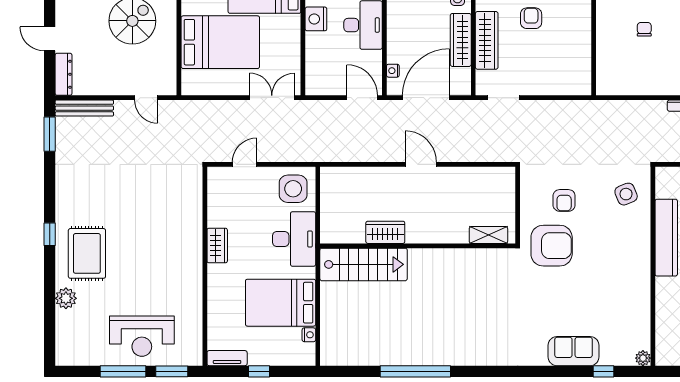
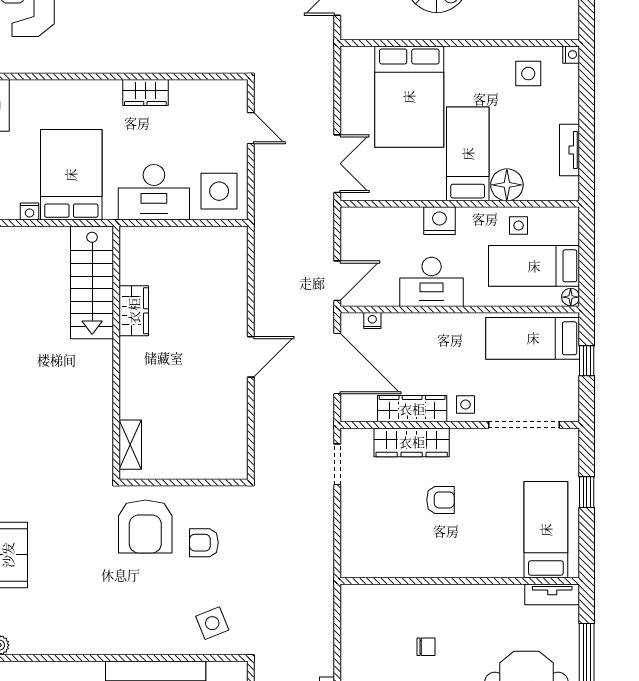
wardrobe: (385, 232) -> (134, 311), moved
shelving: (488, 235) -> (130, 445), moved
wall: (418, 246) -> (116, 353), moved
stairs: (364, 264) -> (92, 282), moved

